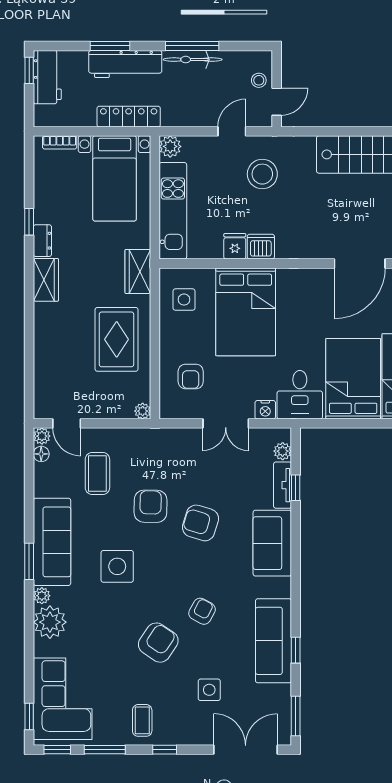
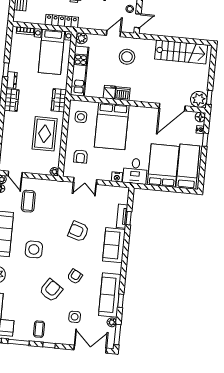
double door: (226, 423) -> (85, 181), moved
plant: (283, 451) -> (112, 322), moved
armchair: (151, 506) -> (54, 220), removed

